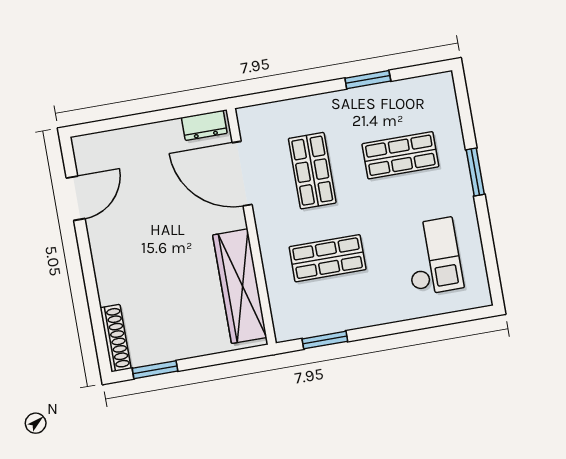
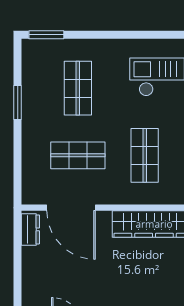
window: (475, 172) -> (46, 35), moved
door: (242, 174) -> (71, 208), hinge flipped

